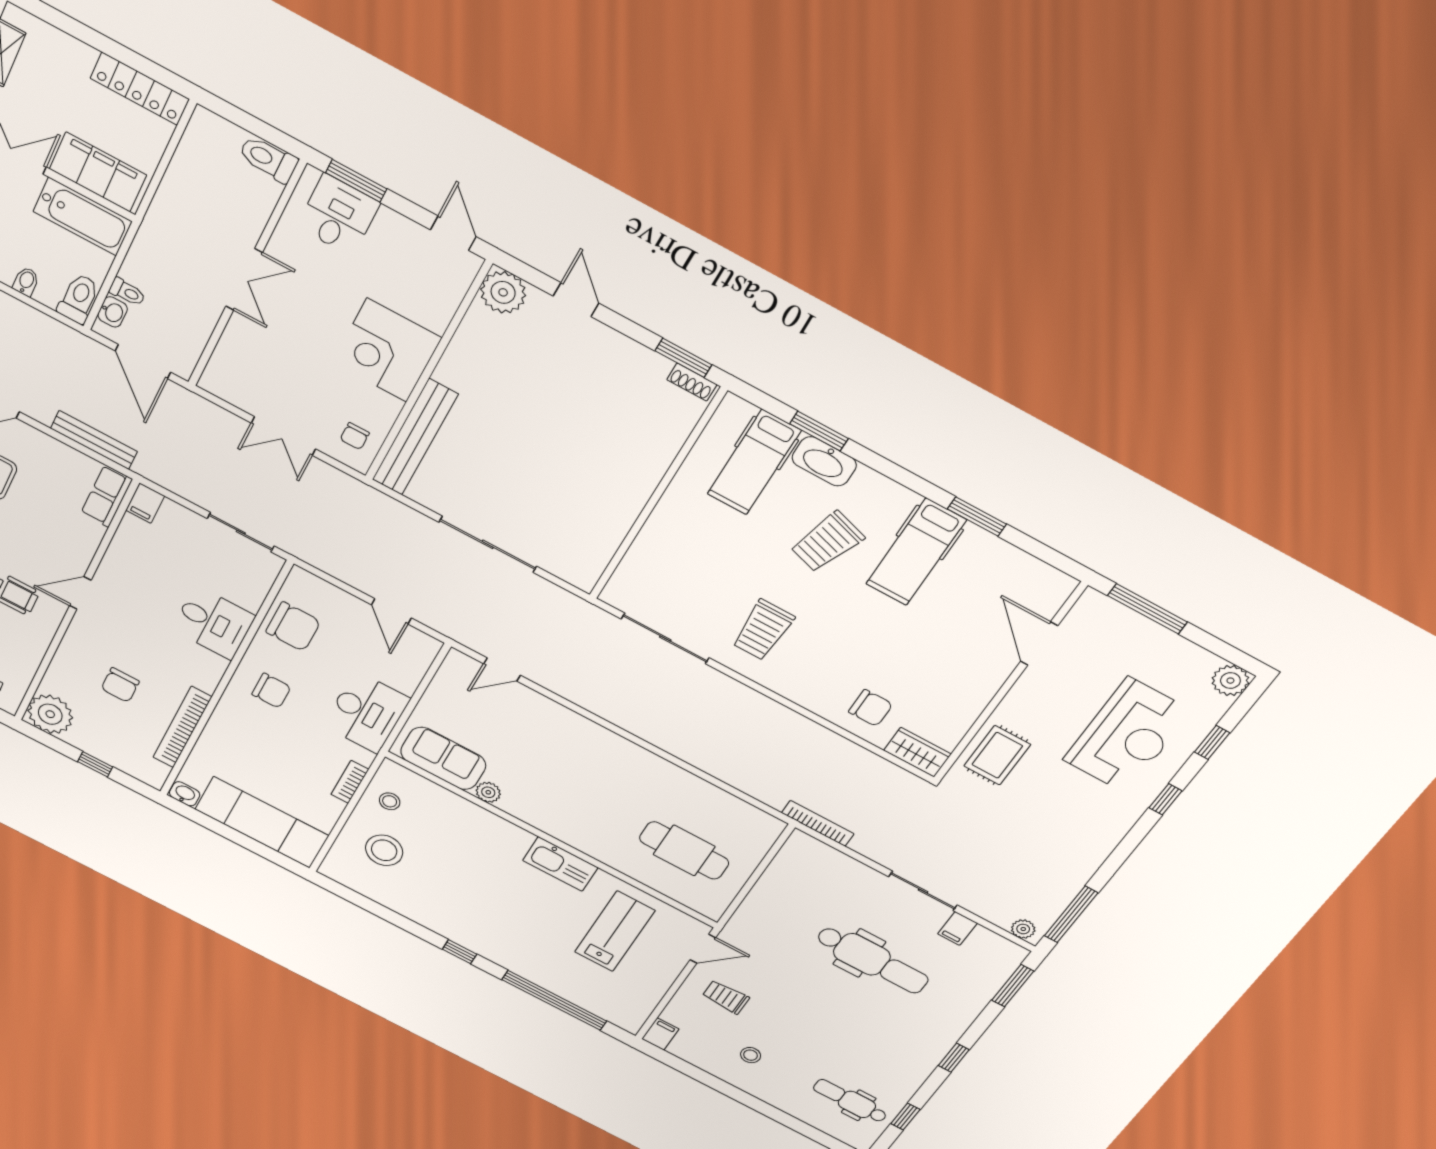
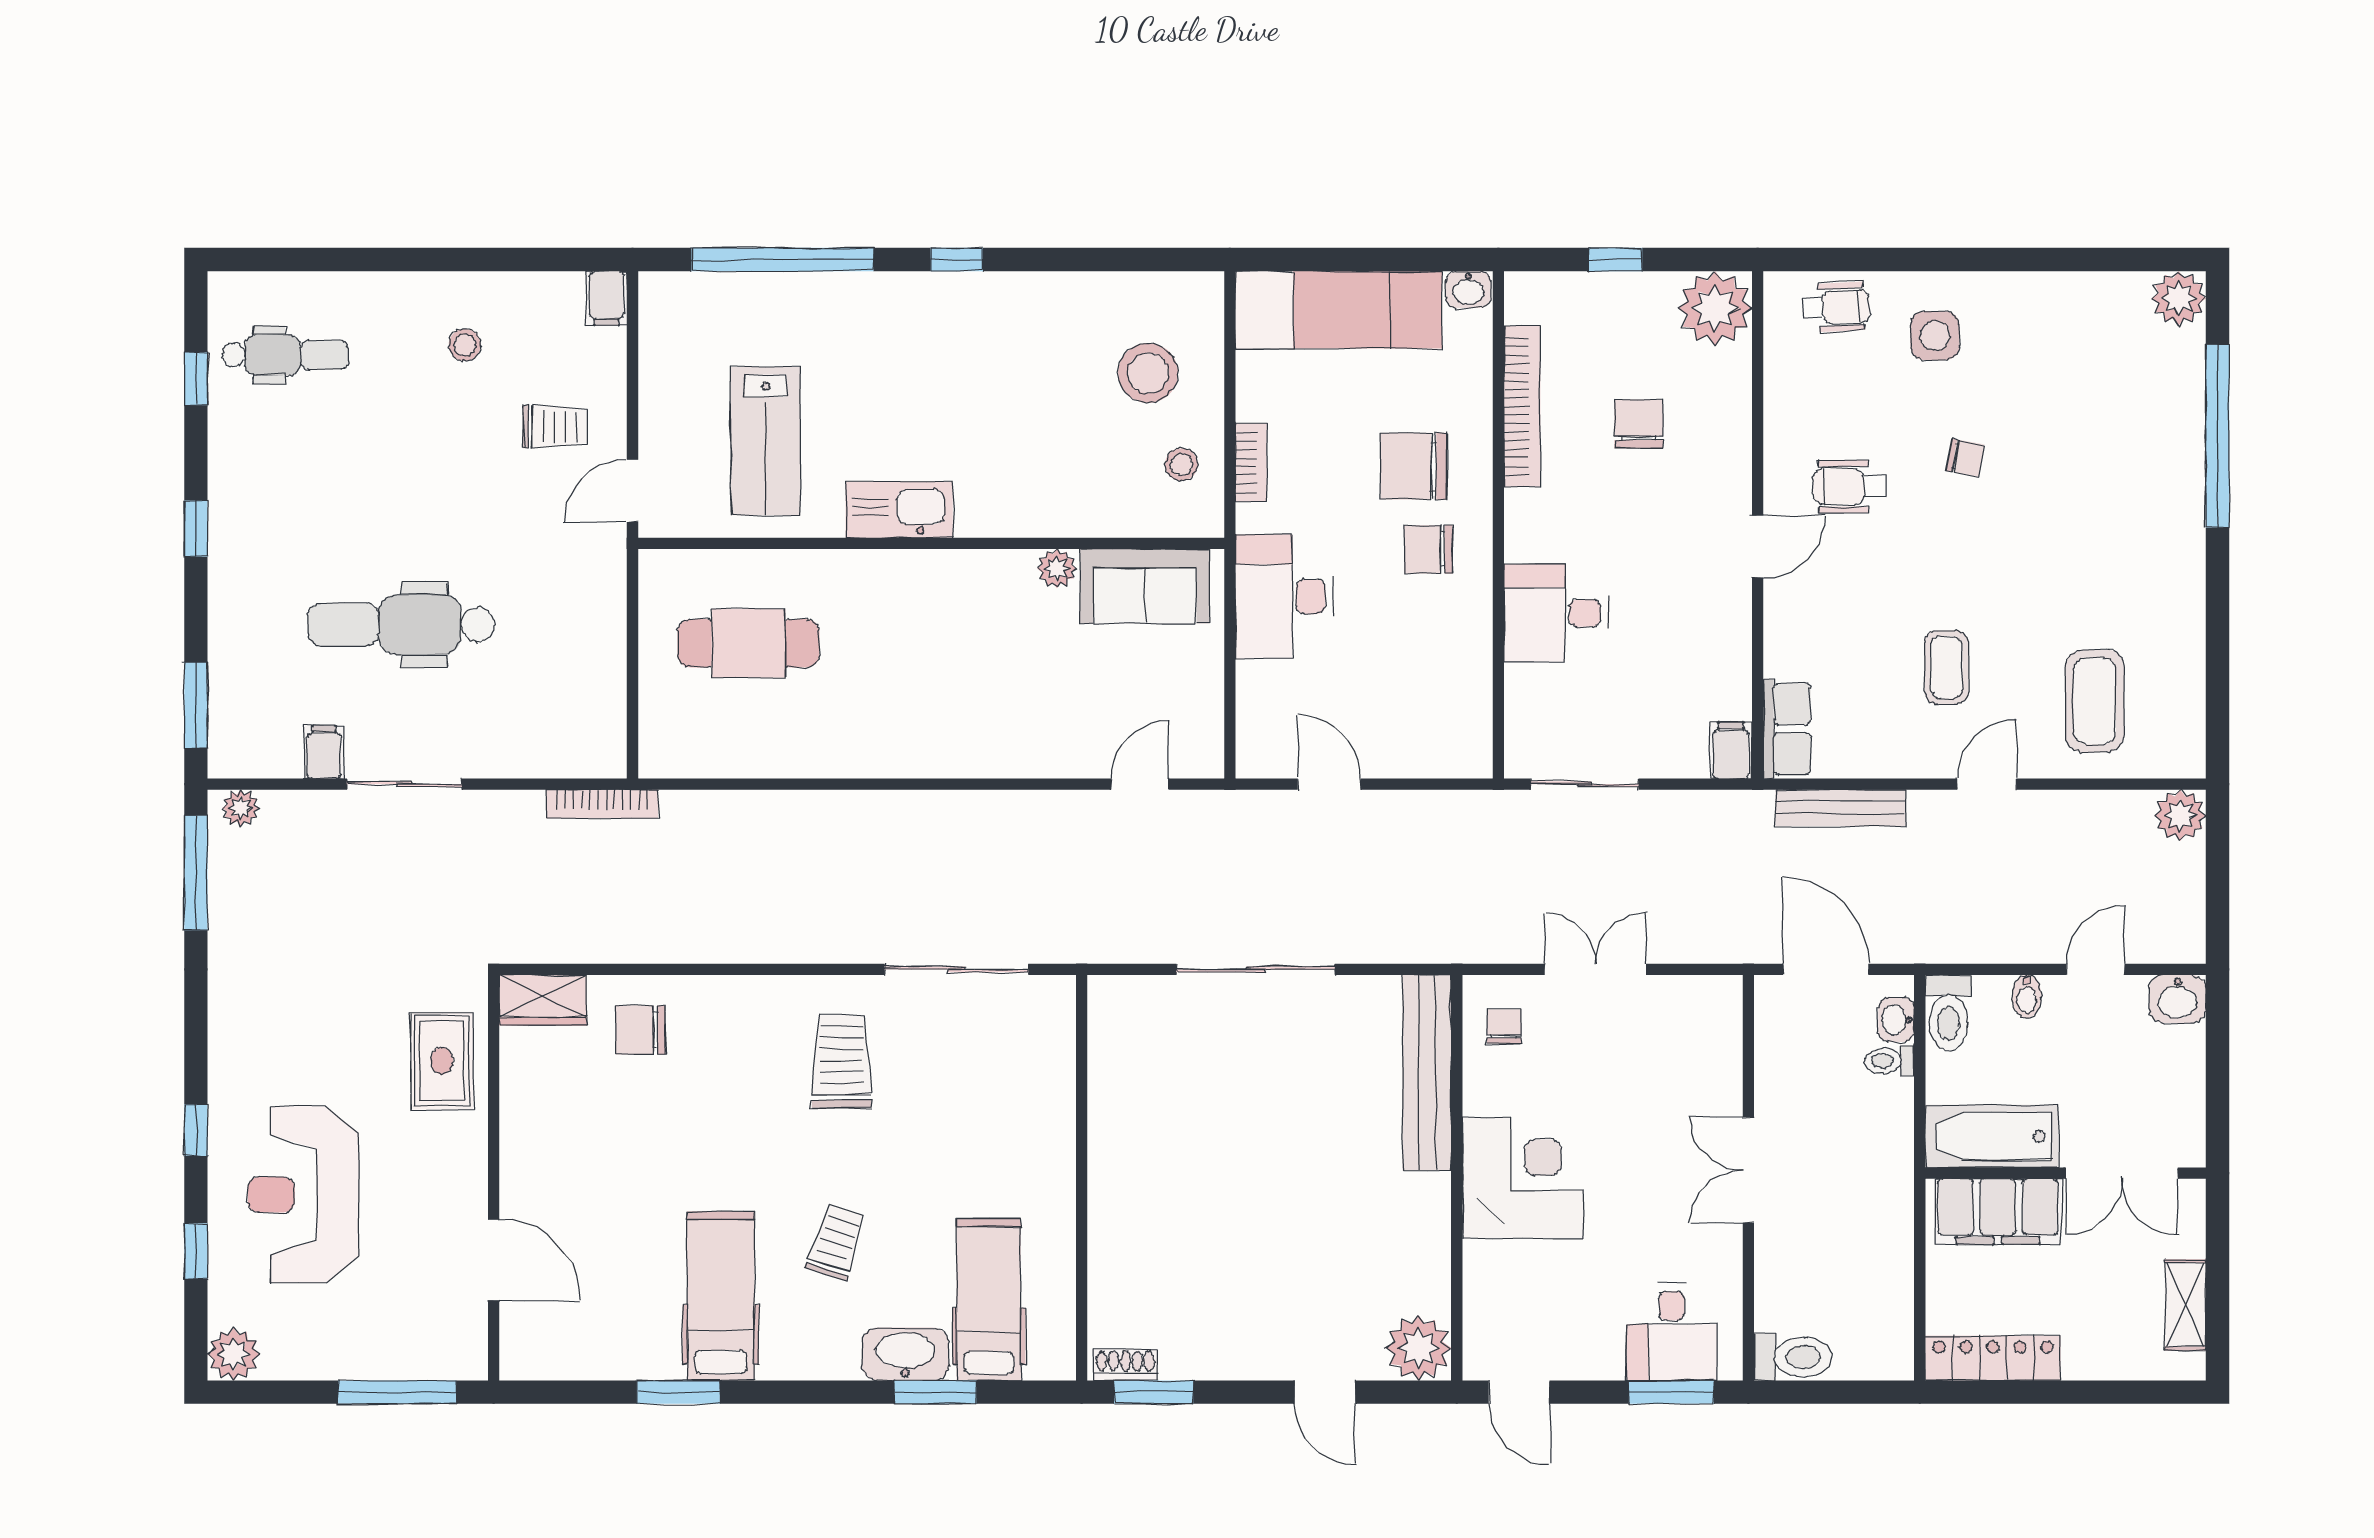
trolley: (827, 542) -> (836, 1242), width x0.73, depth x0.72
chair: (293, 627) -> (1414, 466), moved

